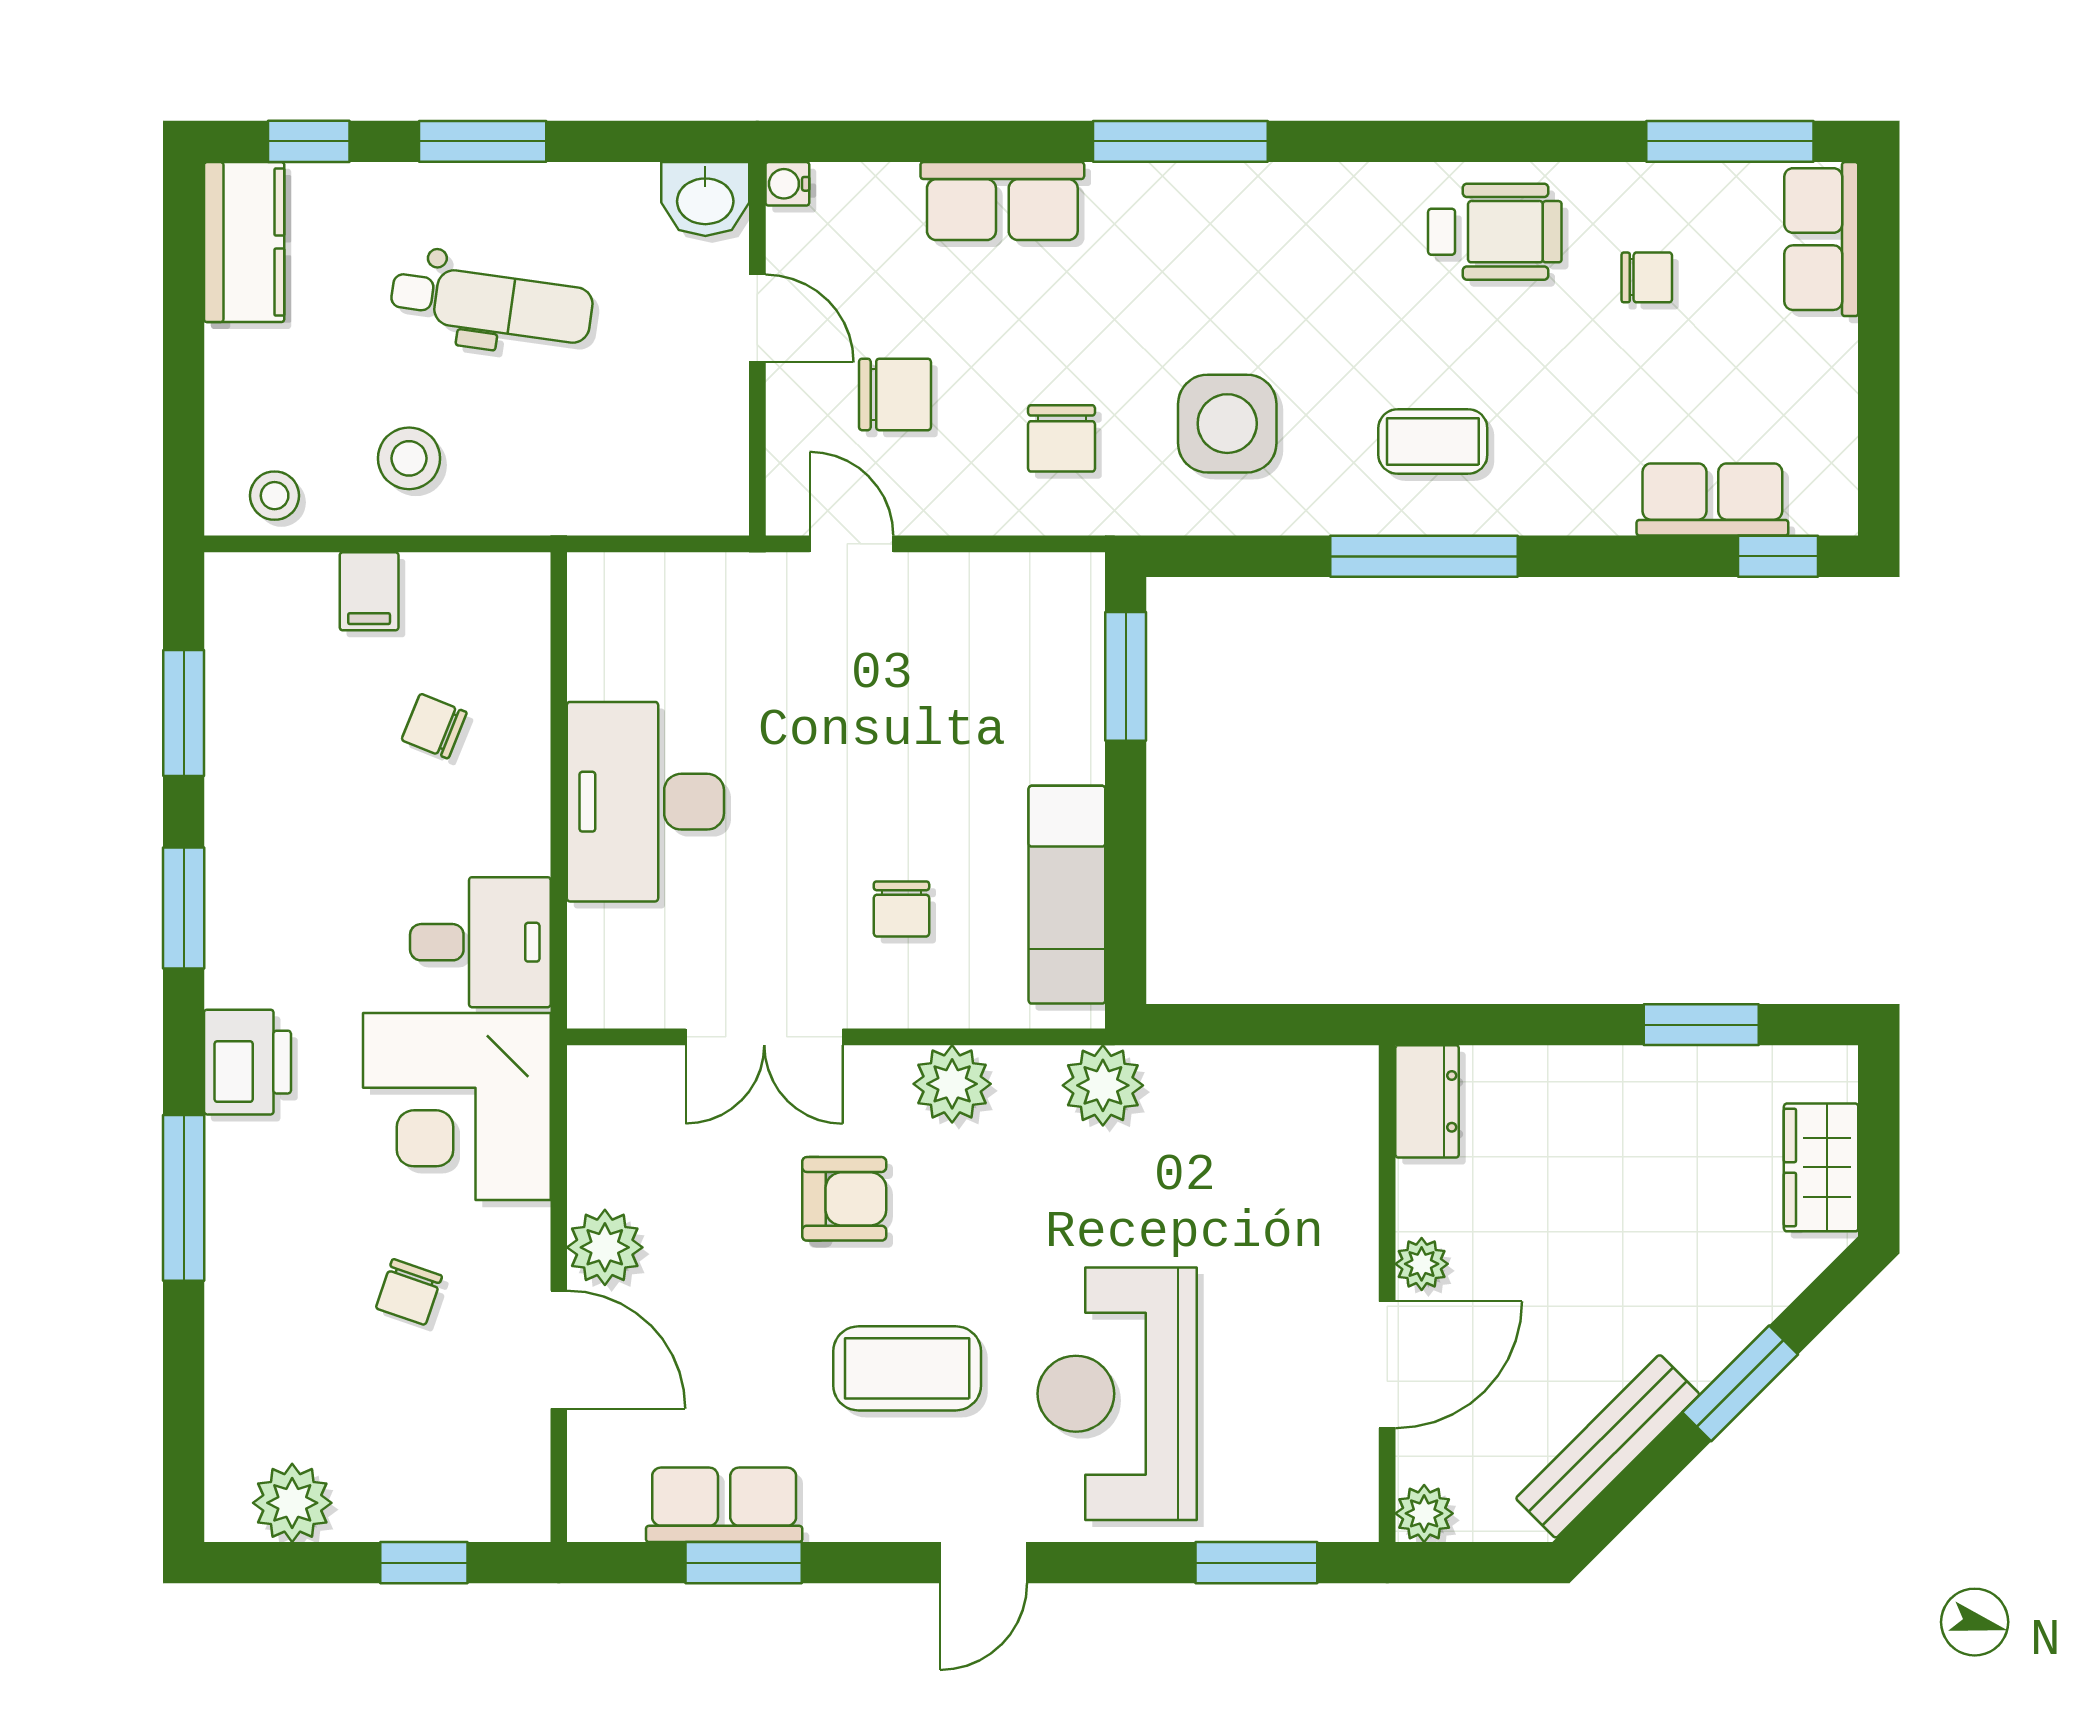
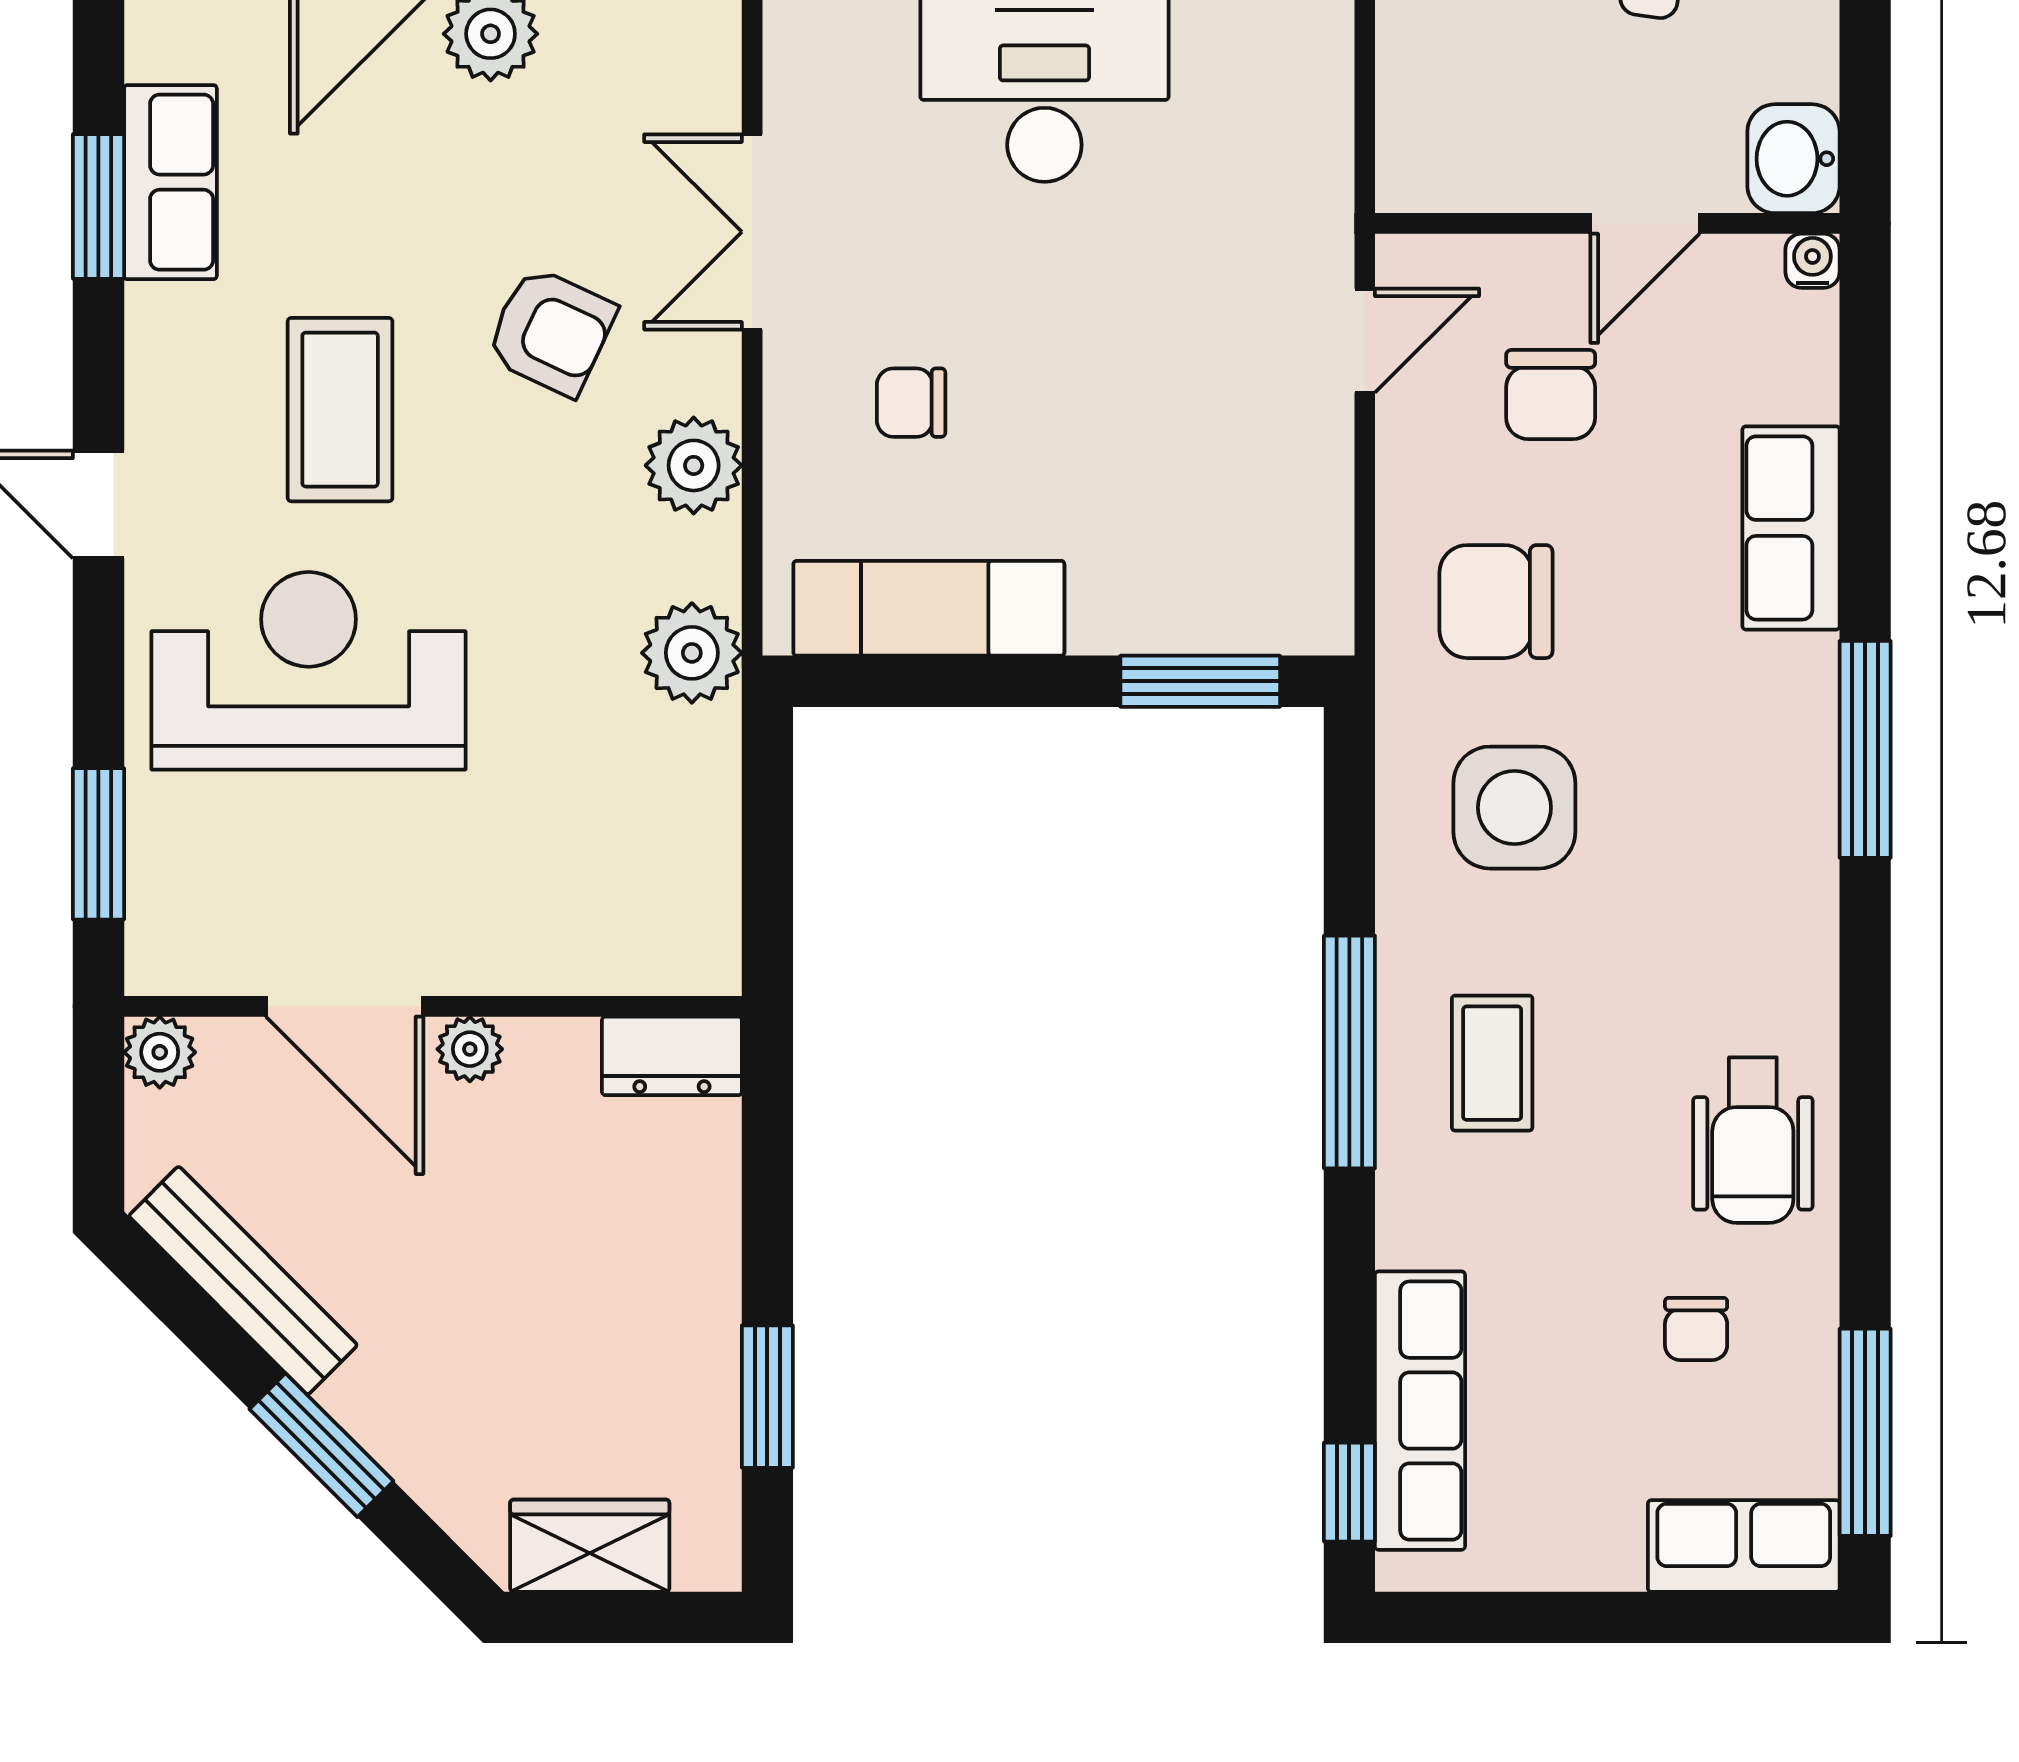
chair: (1062, 438) -> (1496, 602), width x1.37, depth x1.37
row of seats: (1712, 500) -> (1420, 1411), width x1.48
armchair: (844, 1199) -> (551, 331), turned -65

